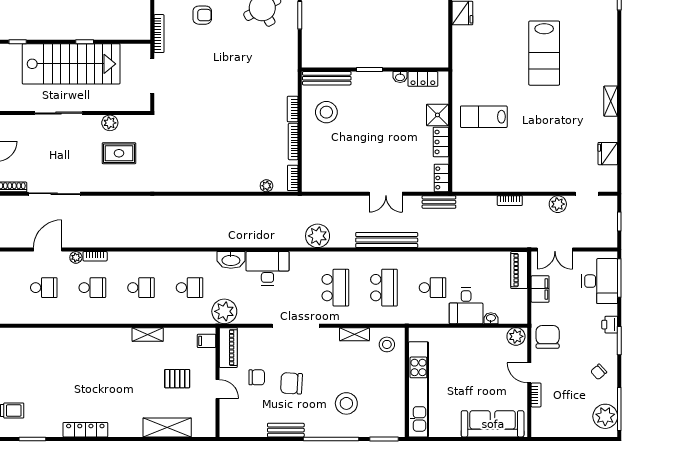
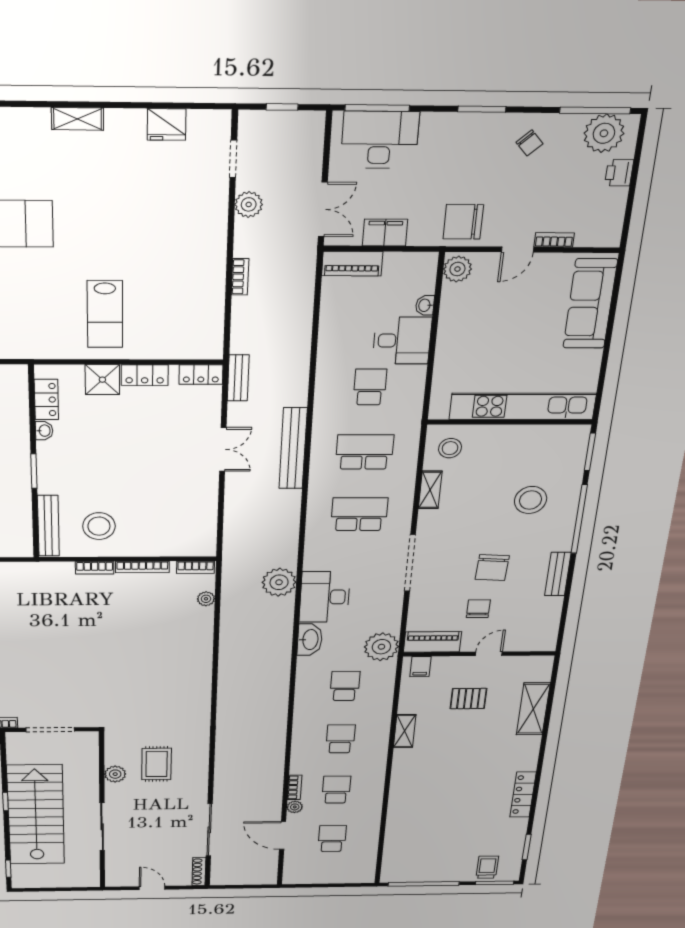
plant: (318, 236) -> (279, 582), moved
printer: (610, 325) -> (619, 173), moved, turned 90
pallet: (177, 379) -> (468, 699), turned 90

